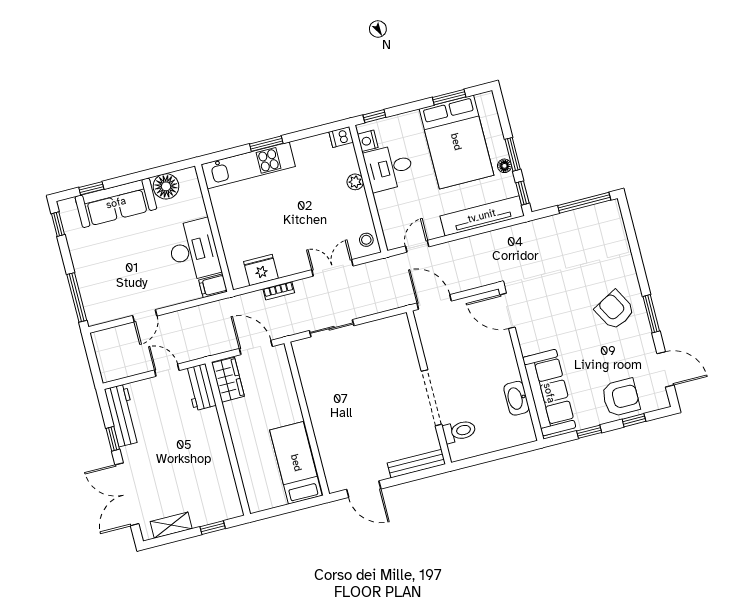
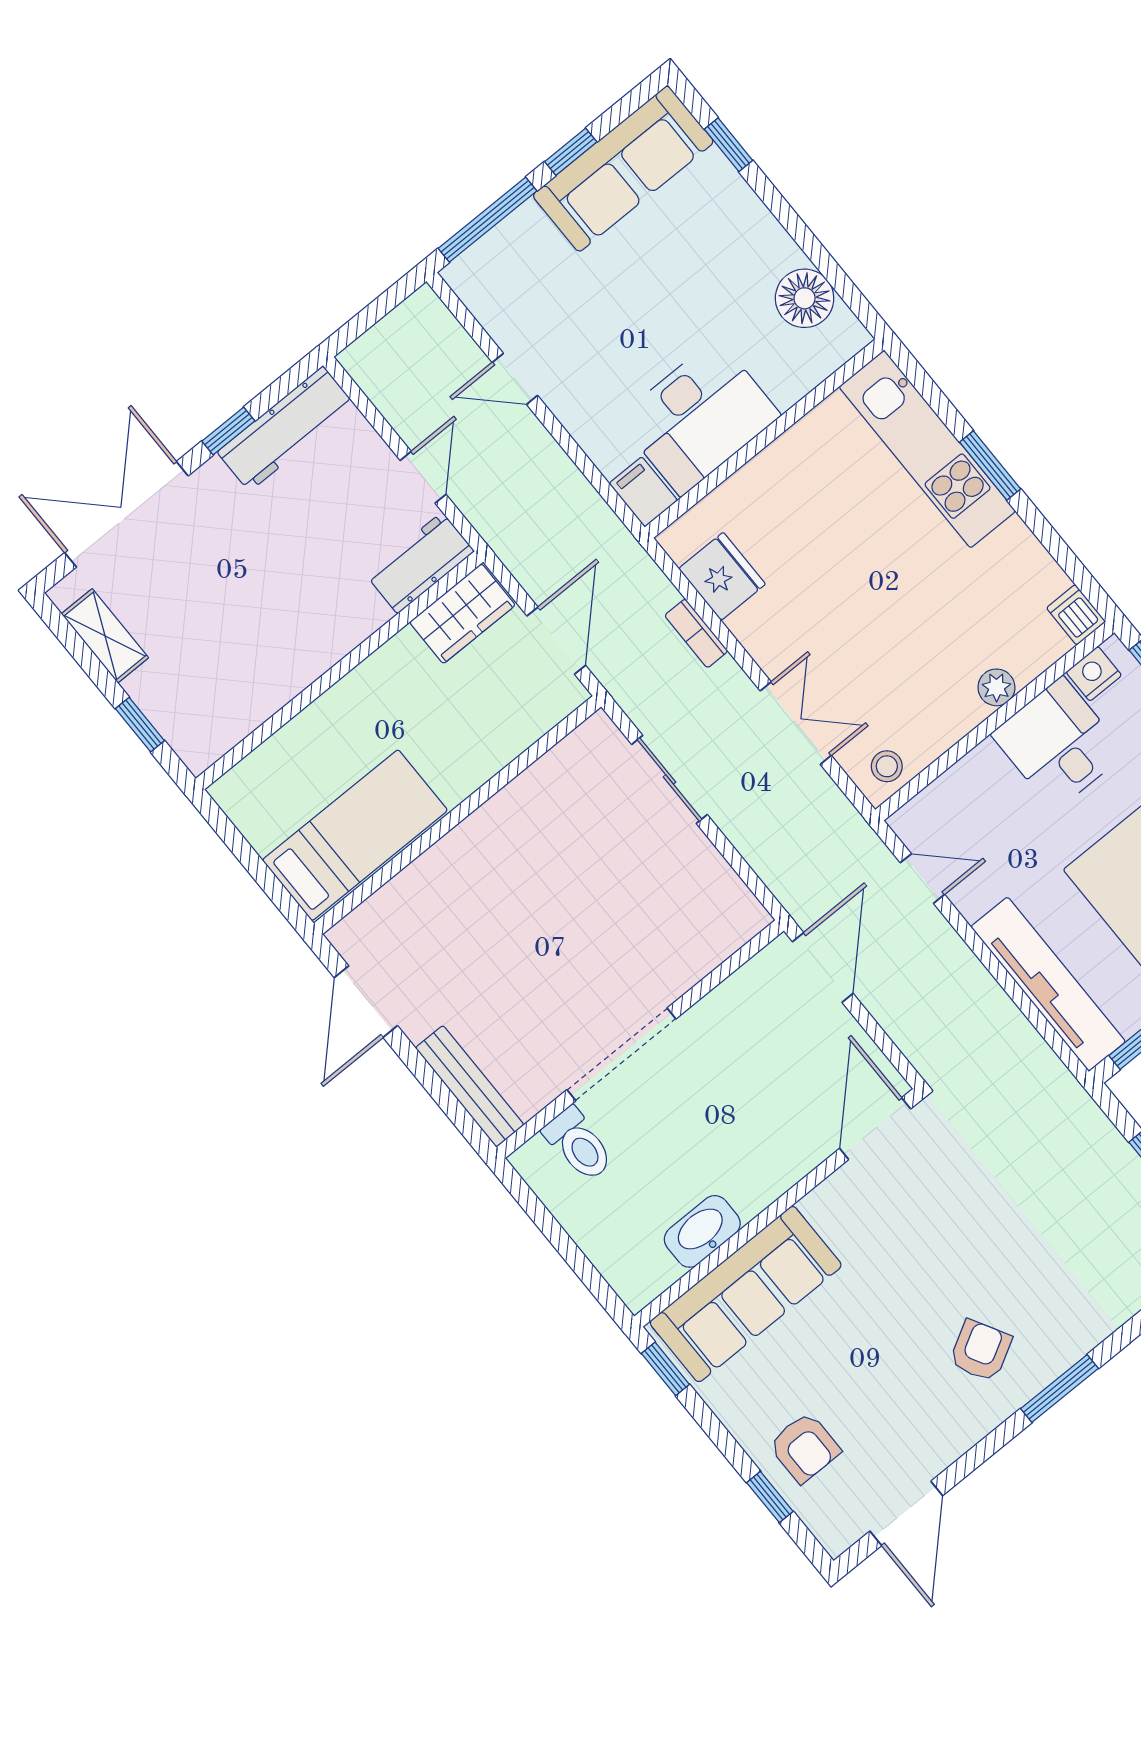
sofa: (116, 203) -> (623, 169), moved, turned -90
window: (58, 224) -> (571, 152), moved
armchair: (615, 310) -> (981, 1351), width x0.72, depth x0.72
window: (651, 314) -> (1059, 1388), moved
armchair: (621, 397) -> (805, 1448), width x0.72, depth x0.72
window: (589, 432) -> (665, 1369), moved

